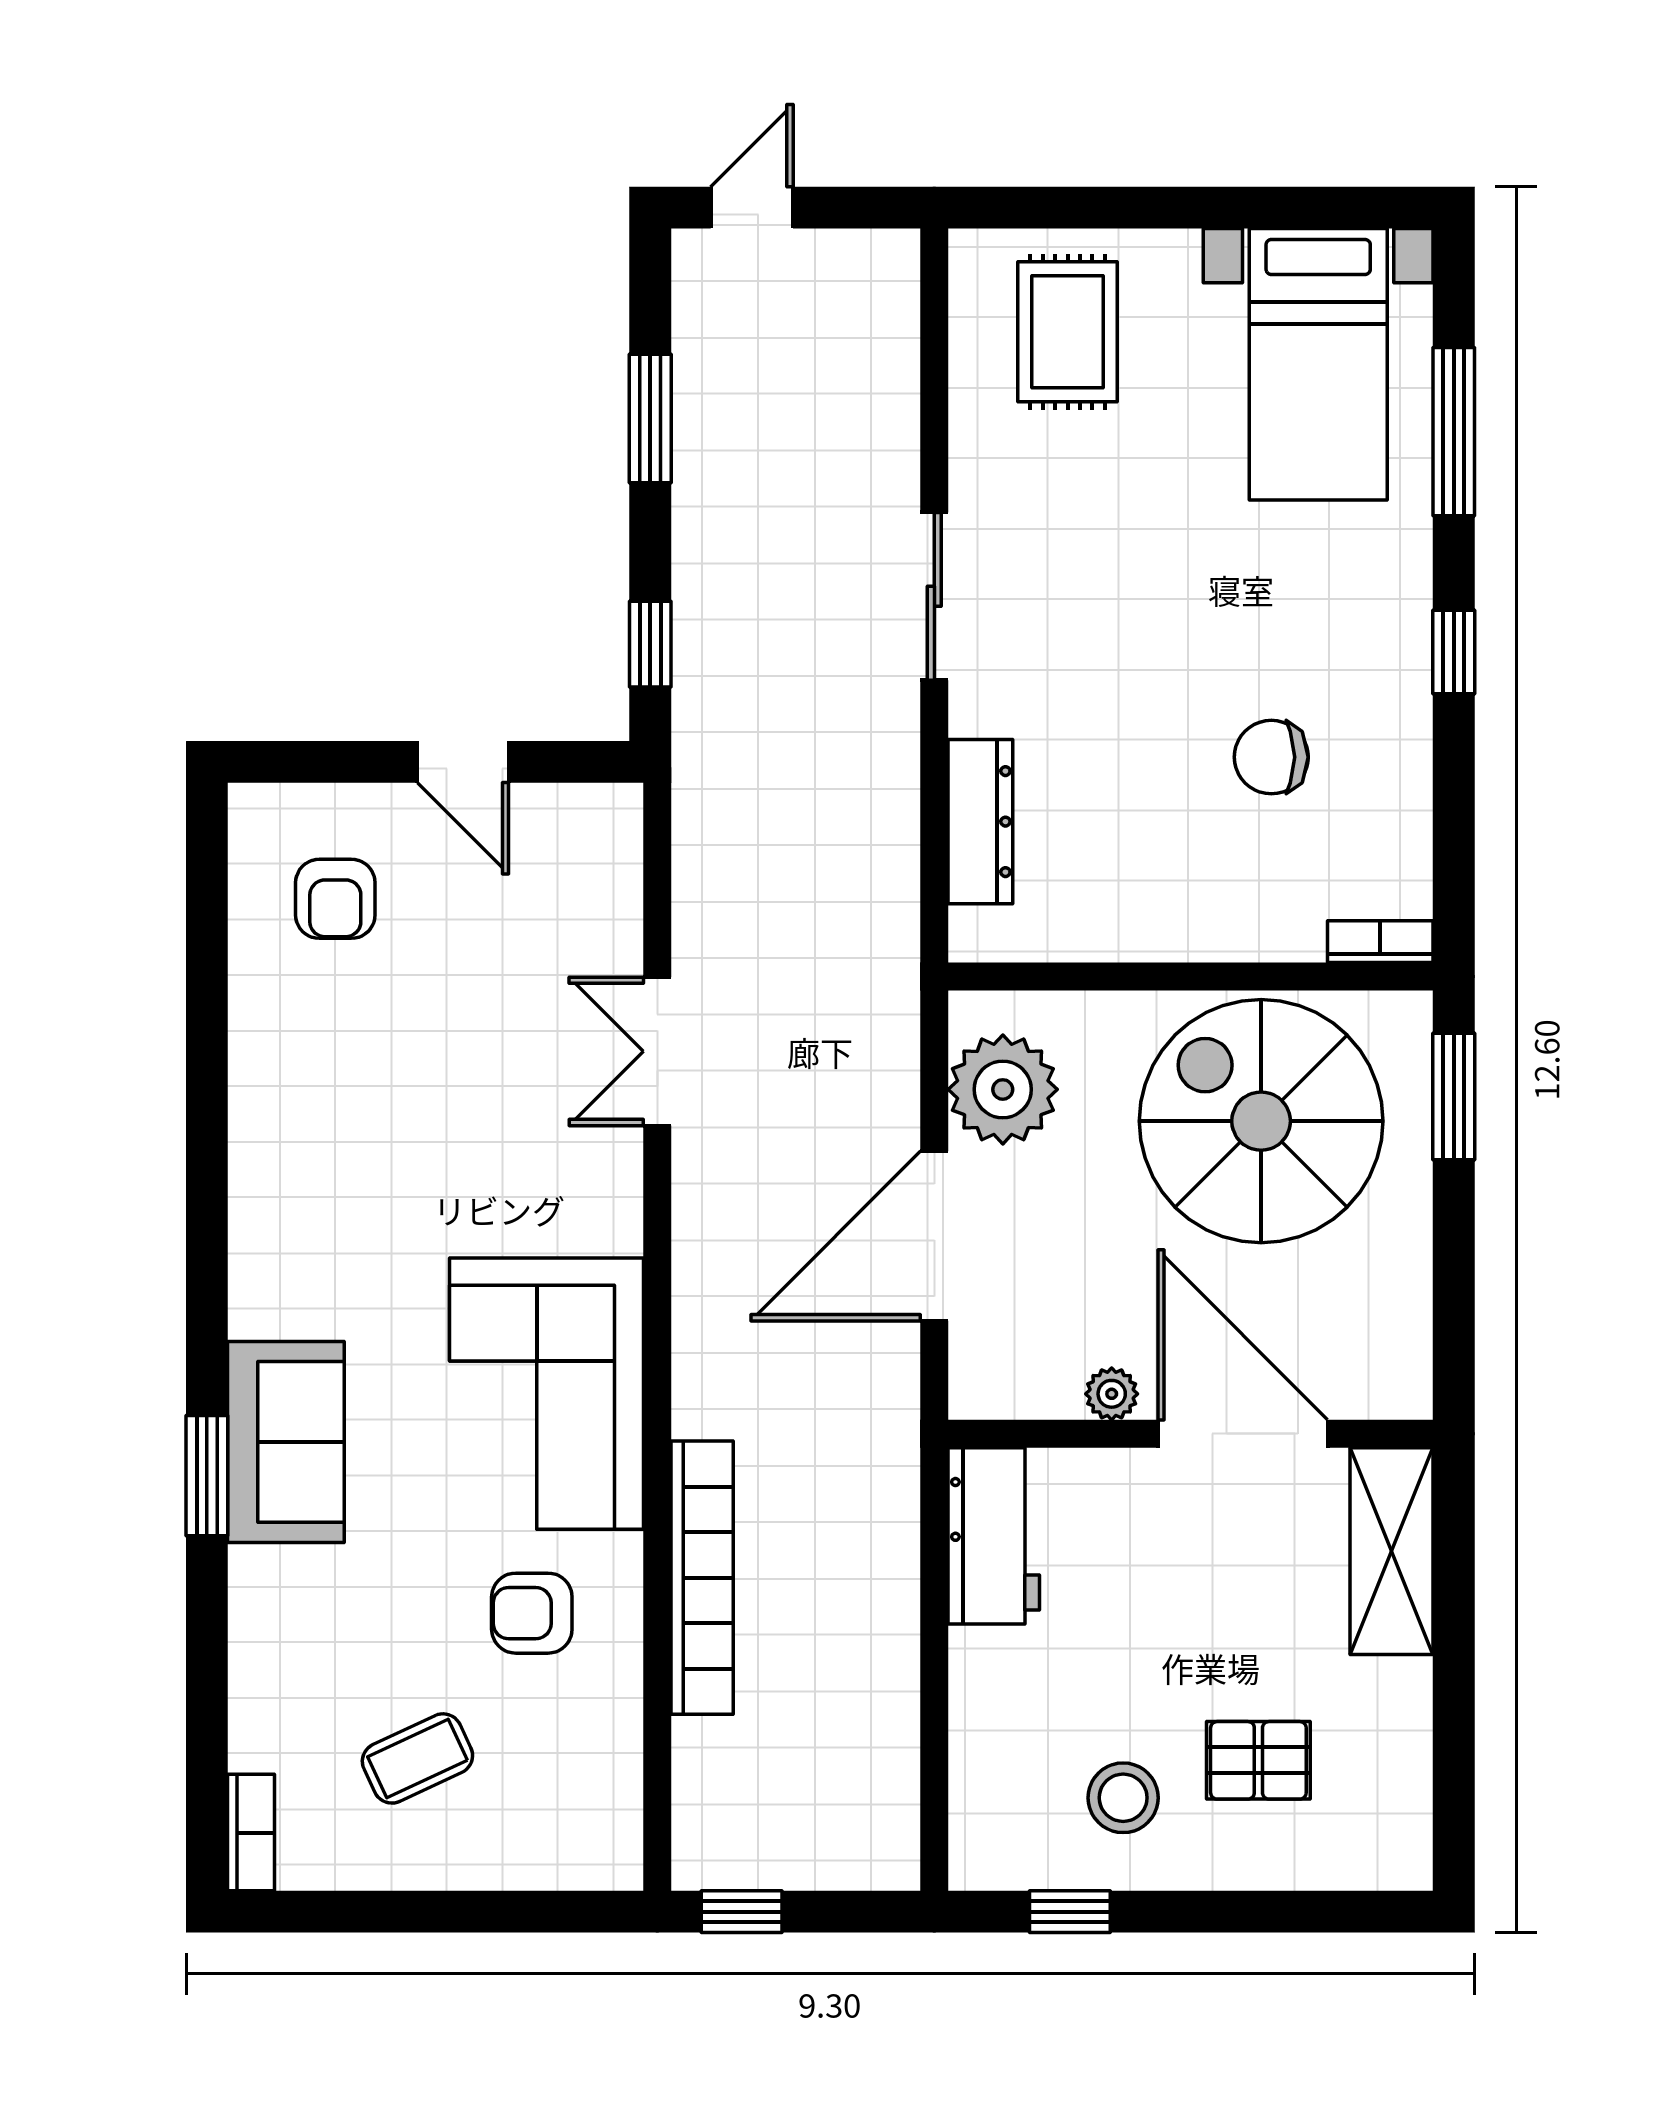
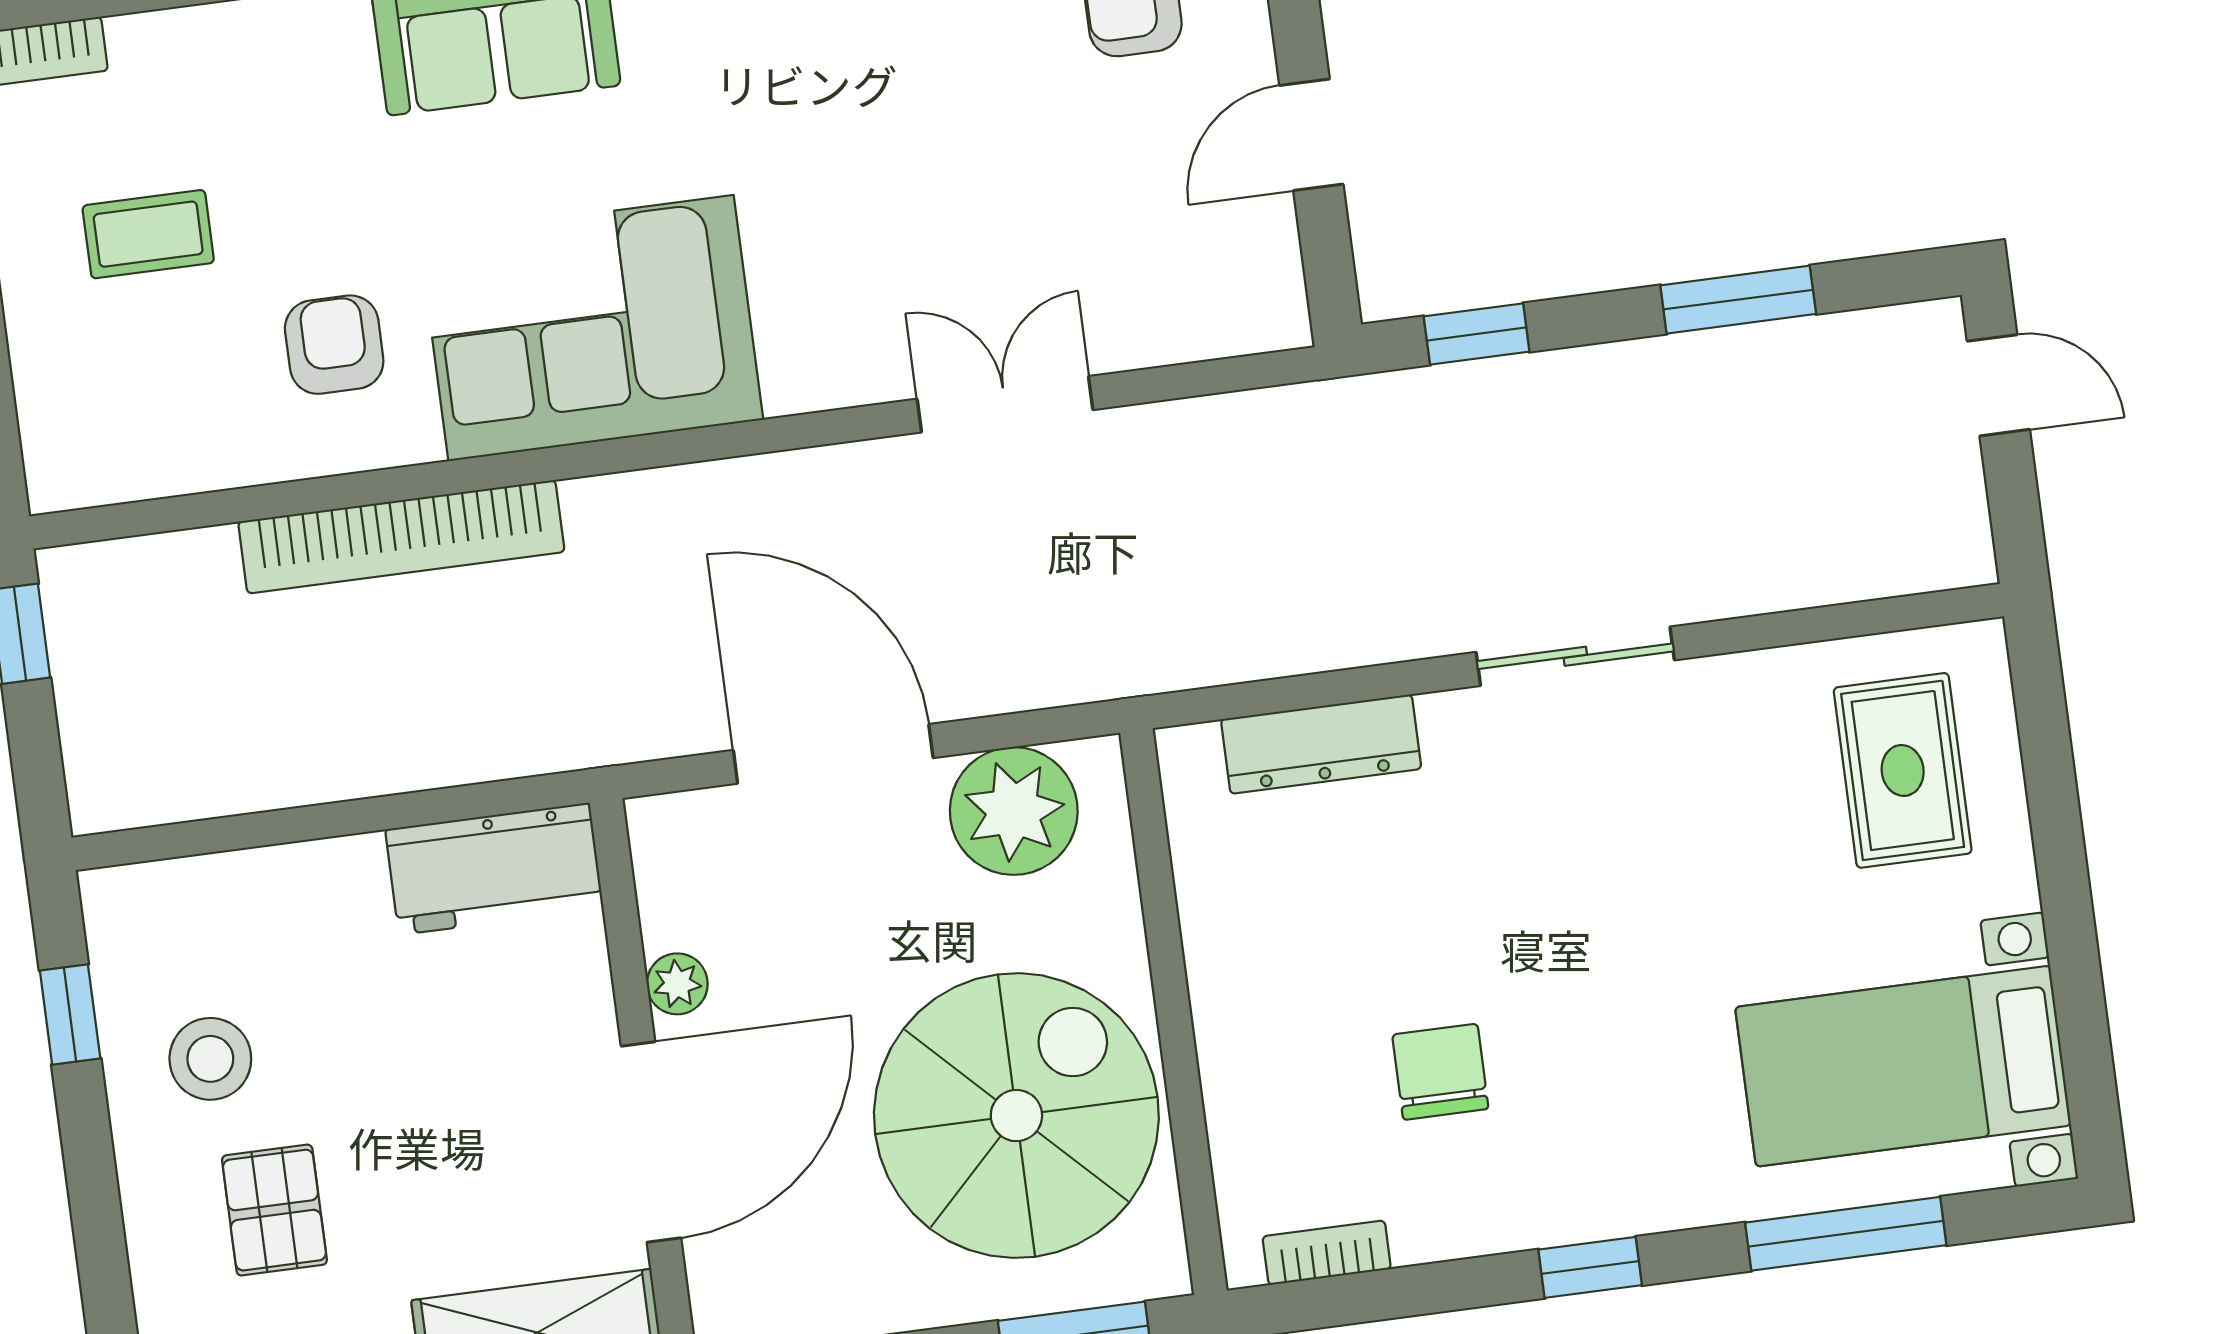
rug: (1068, 332) -> (1903, 770), turned 90
bookcase: (1380, 942) -> (1327, 1253), moved, turned -90
coffee table: (417, 1758) -> (148, 234), turned -65

